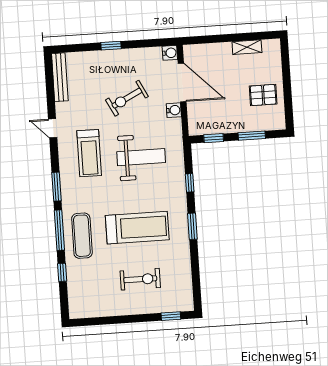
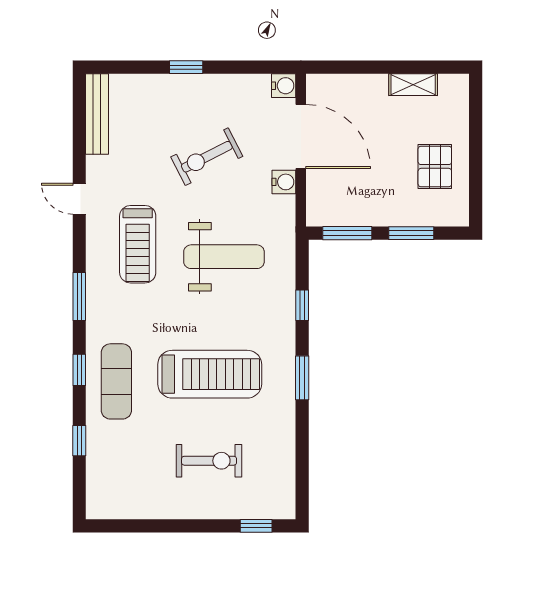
pallet: (263, 95) -> (435, 166), turned 90
window: (214, 138) -> (347, 233), width x1.50
window: (59, 230) -> (79, 370), width x0.46

